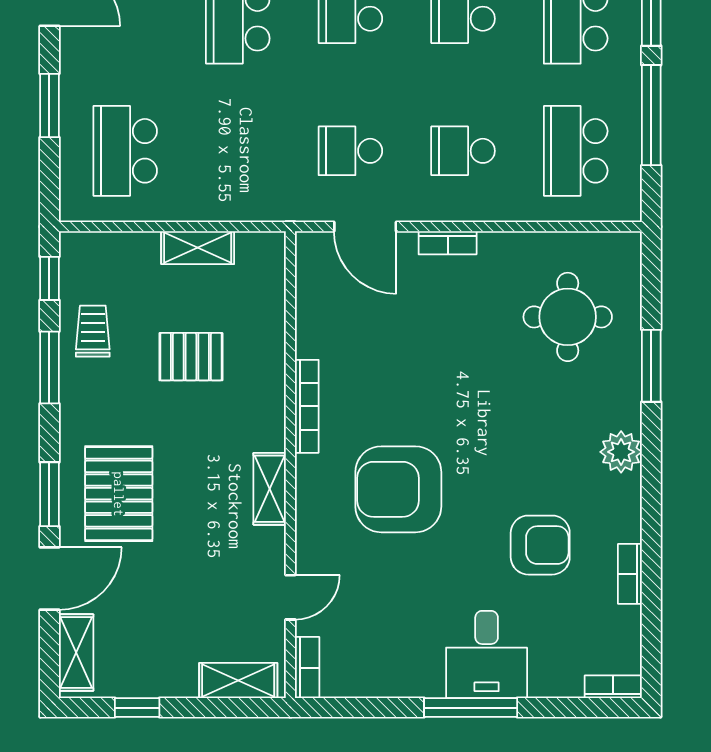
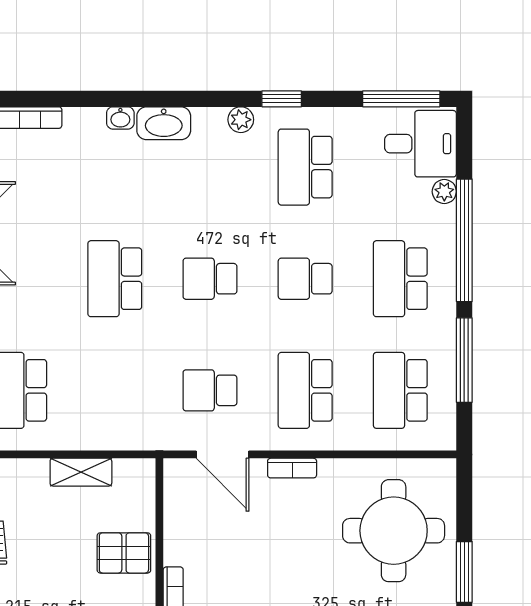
school desk: (463, 151) -> (305, 390), width x1.85
round table: (568, 317) -> (394, 531), width x1.36, depth x1.36
pallet: (191, 357) -> (124, 553), moved

